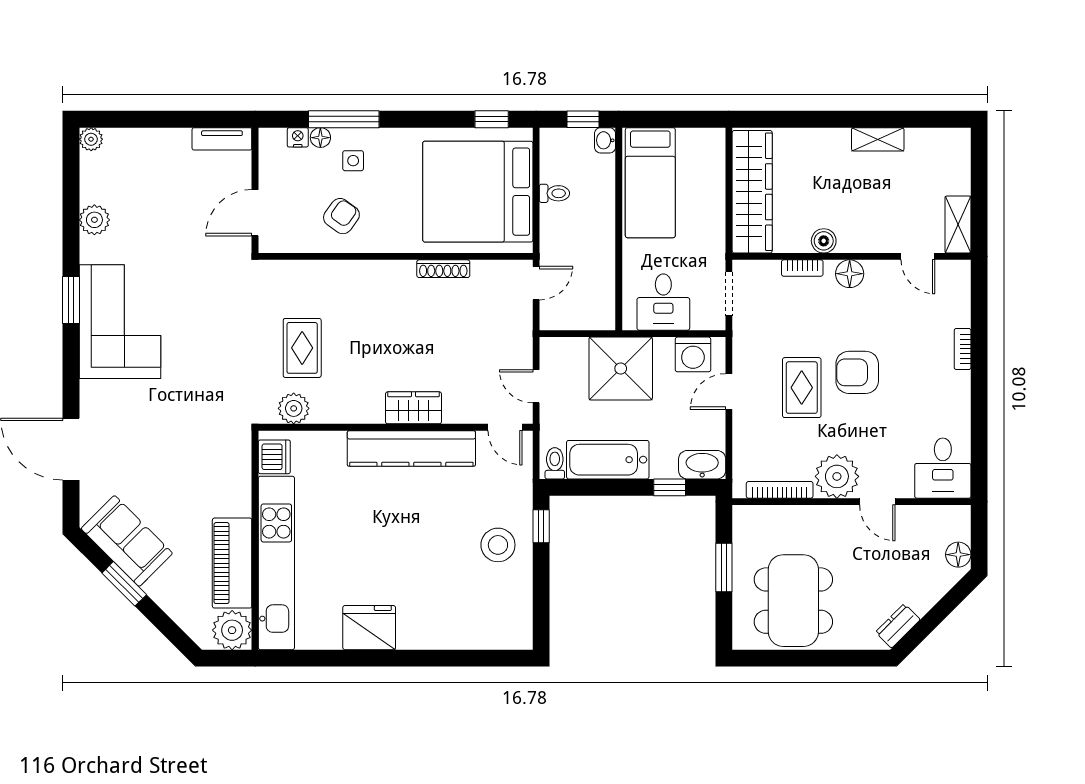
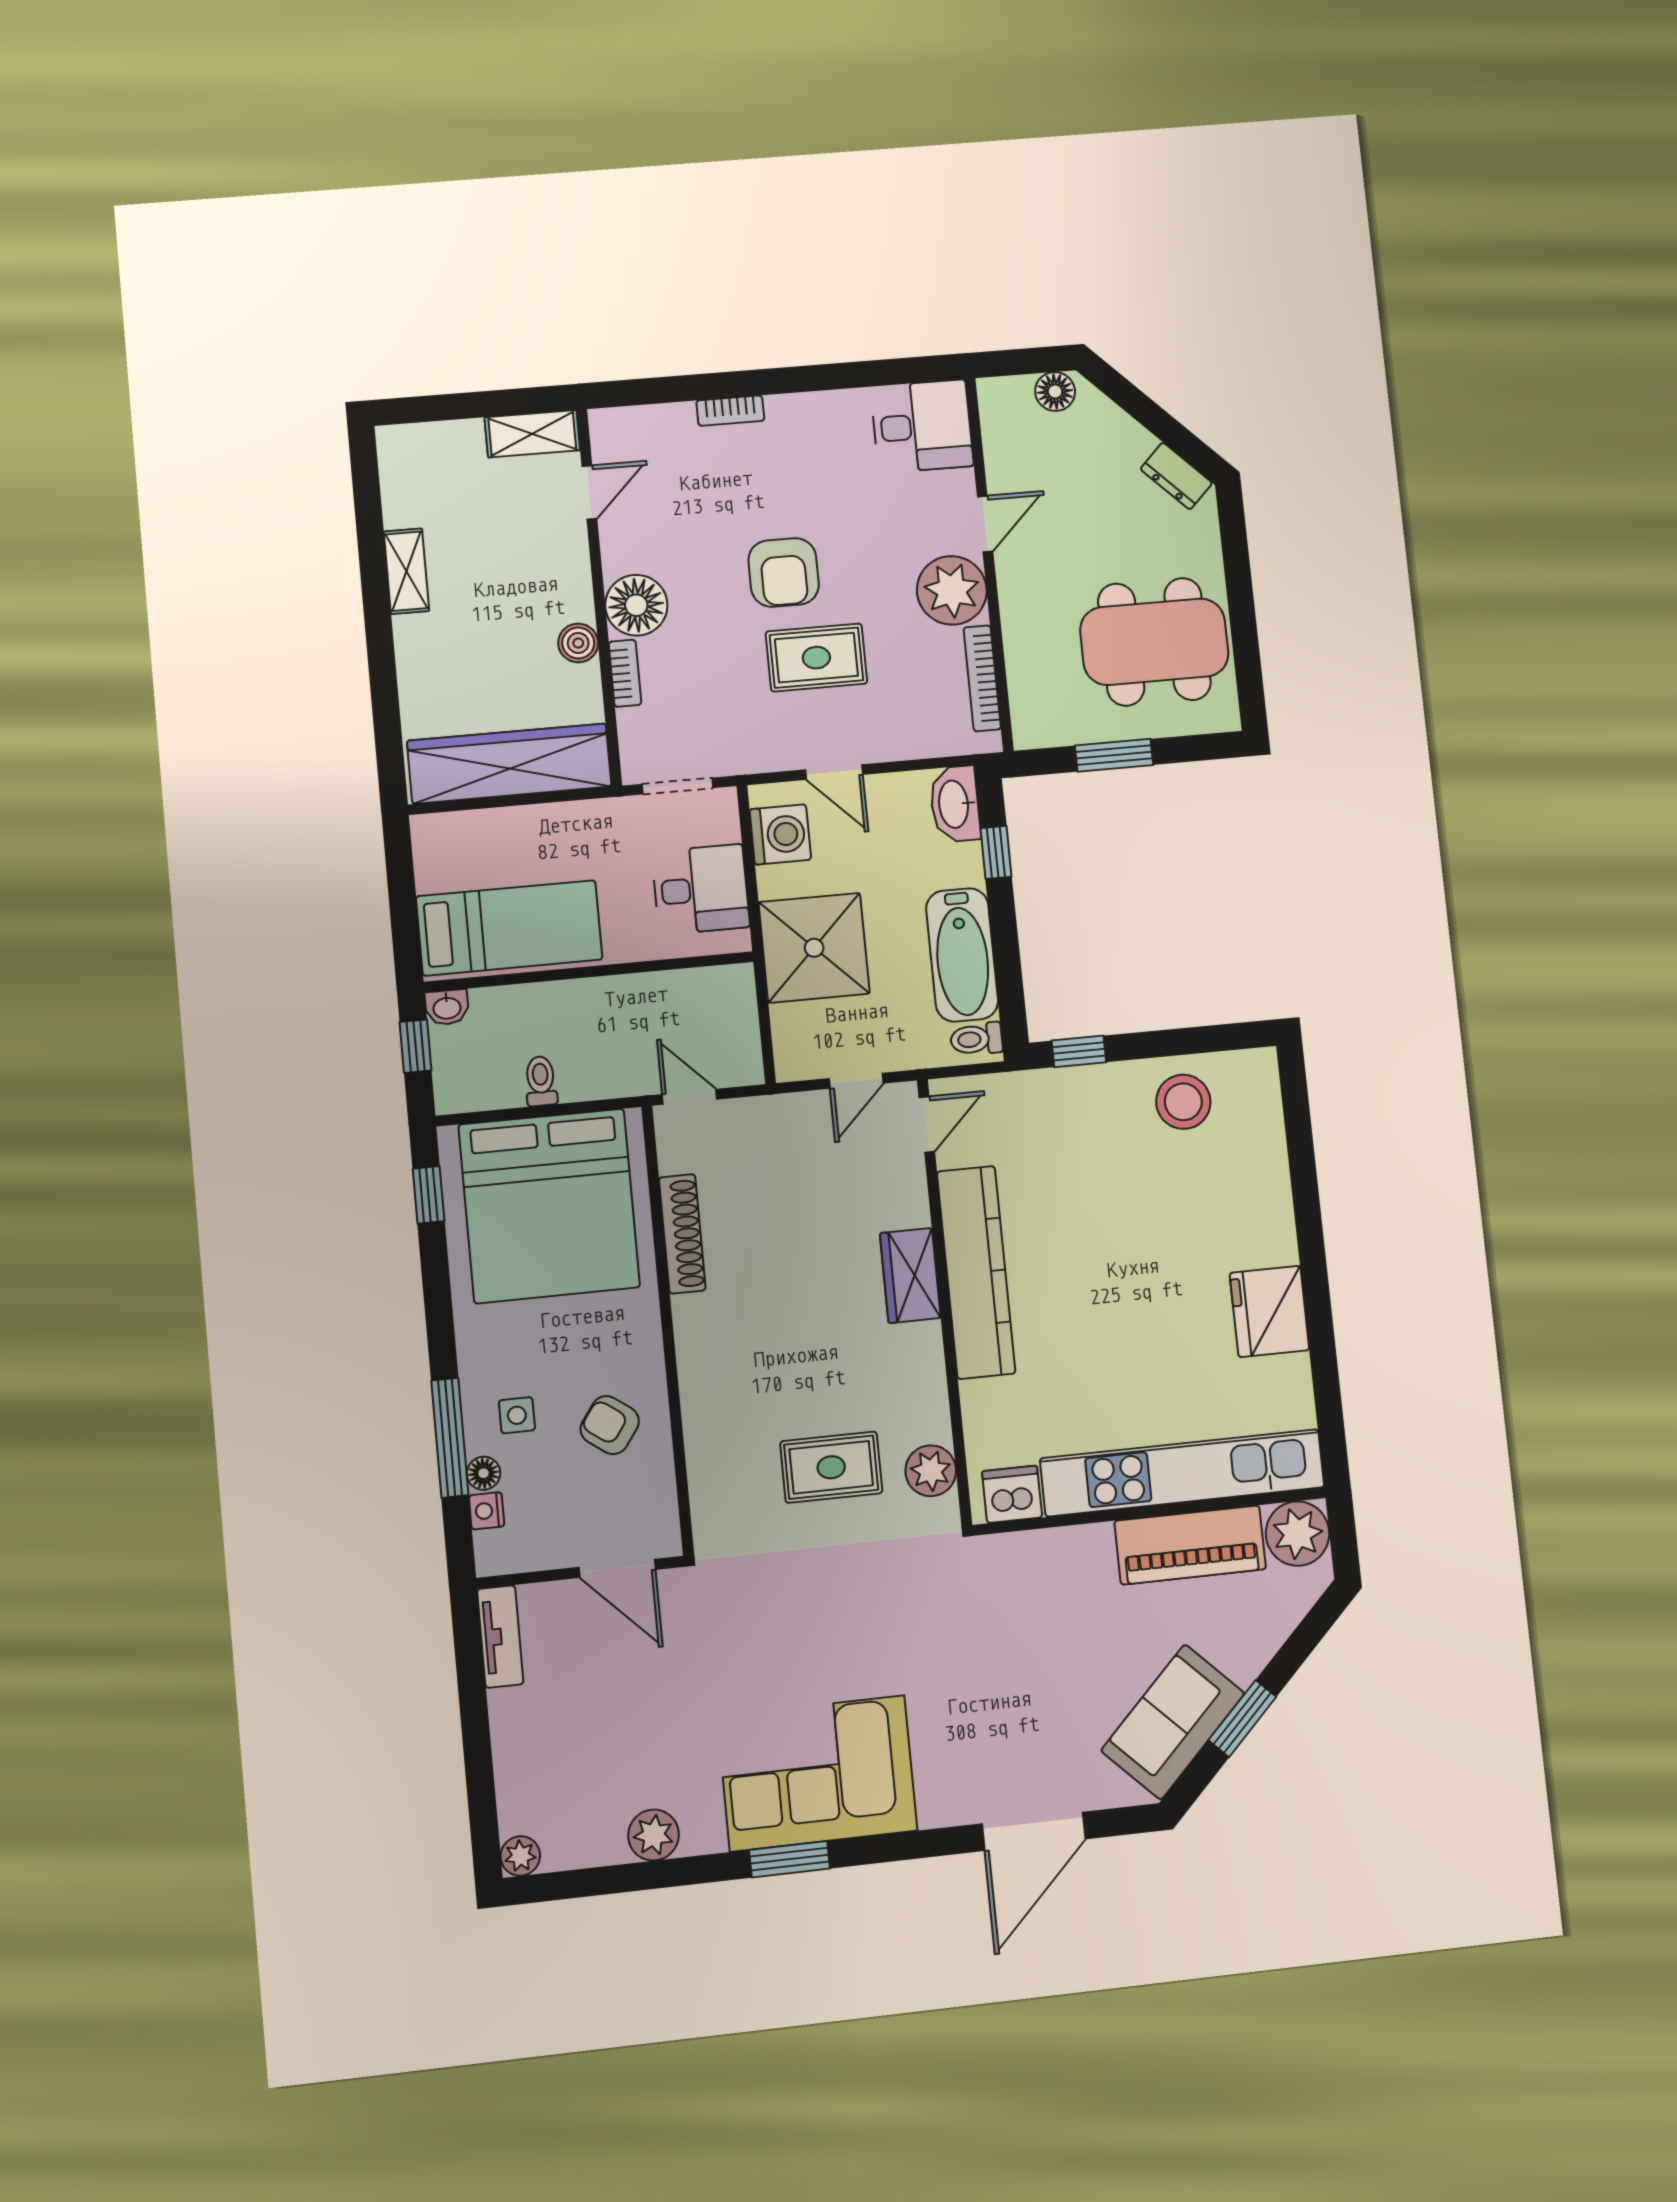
shoe rack: (443, 269) -> (682, 1234), width x1.36, depth x1.24
floor lamp: (850, 274) -> (636, 605), width x1.38, depth x1.38
stool: (498, 545) -> (1183, 1102), moved

